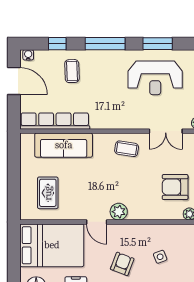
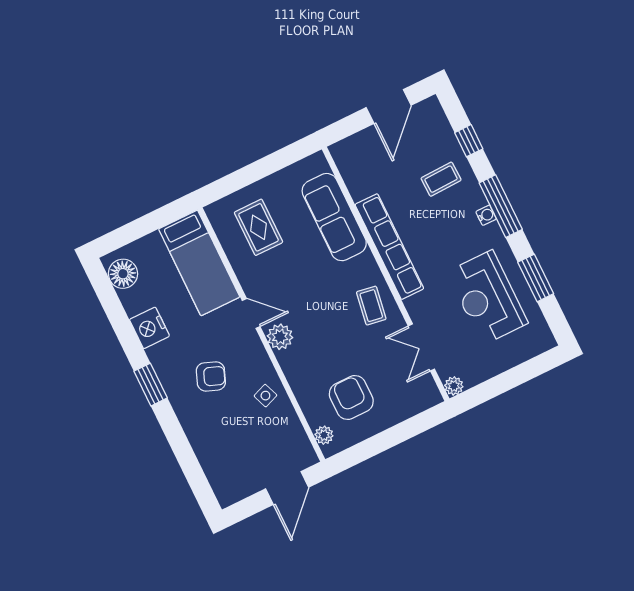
water cooler: (28, 55) -> (486, 215), moved
row of seats: (55, 121) -> (389, 247), moved
rug: (48, 193) -> (259, 227), turned 90
door: (97, 222) -> (251, 313), swing flipped
bed: (52, 245) -> (199, 263), width x0.67
side table: (160, 257) -> (265, 396), moved

